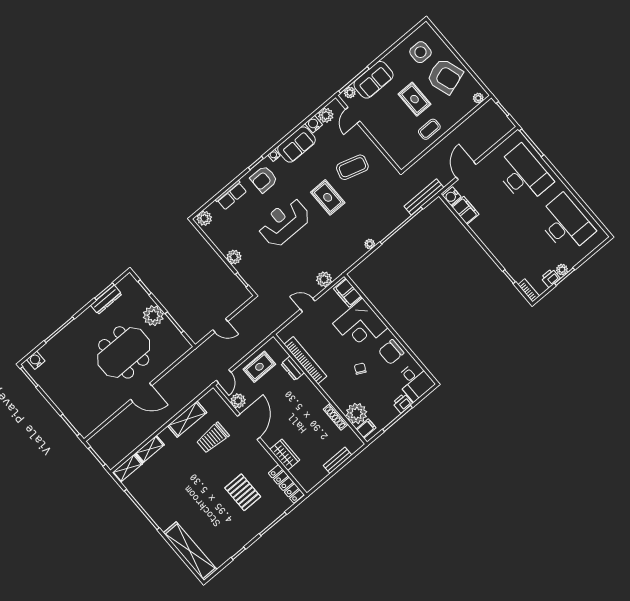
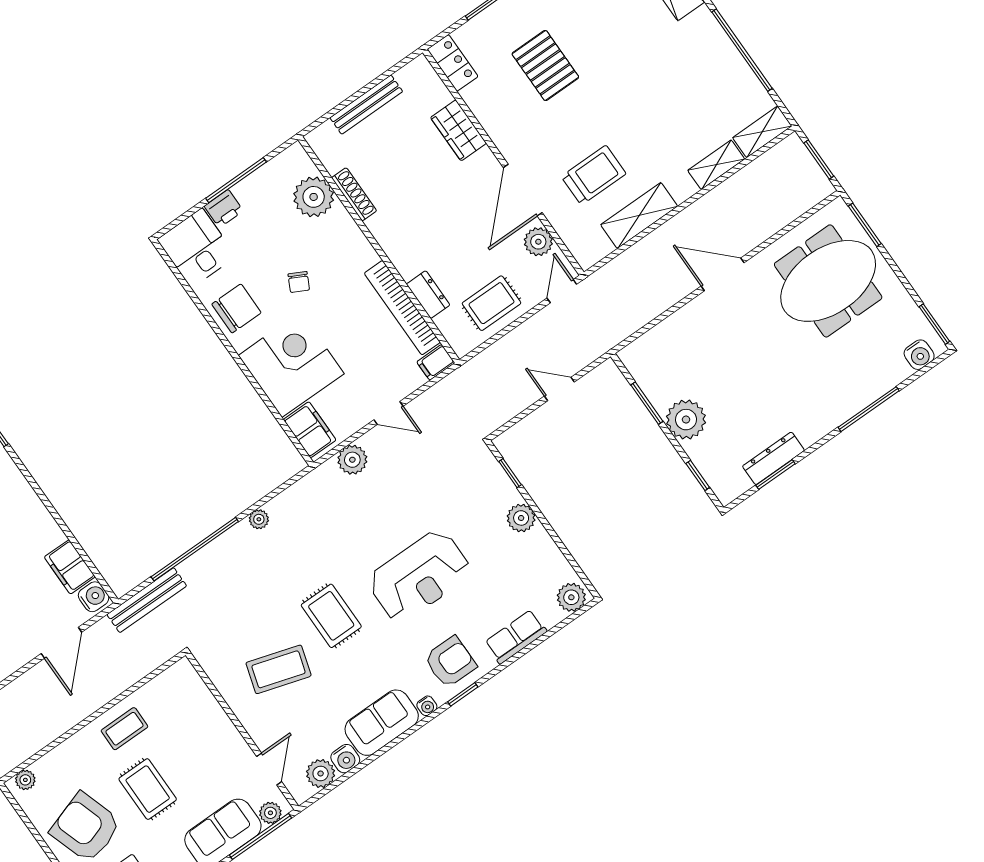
meeting table: (124, 352) -> (828, 281), moved
filing cabinet: (366, 428) -> (436, 362), moved
bench: (338, 460) -> (366, 105), width x1.36
locker: (286, 484) -> (453, 63), width x0.66

